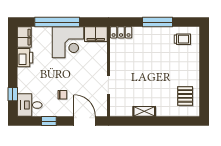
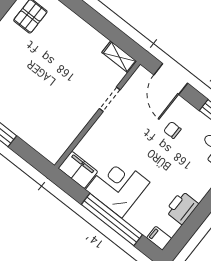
locker: (121, 32) -> (47, 149), removed
filing cabinet: (24, 37) -> (159, 238), width x0.50
shelving: (144, 111) -> (119, 57), moved

